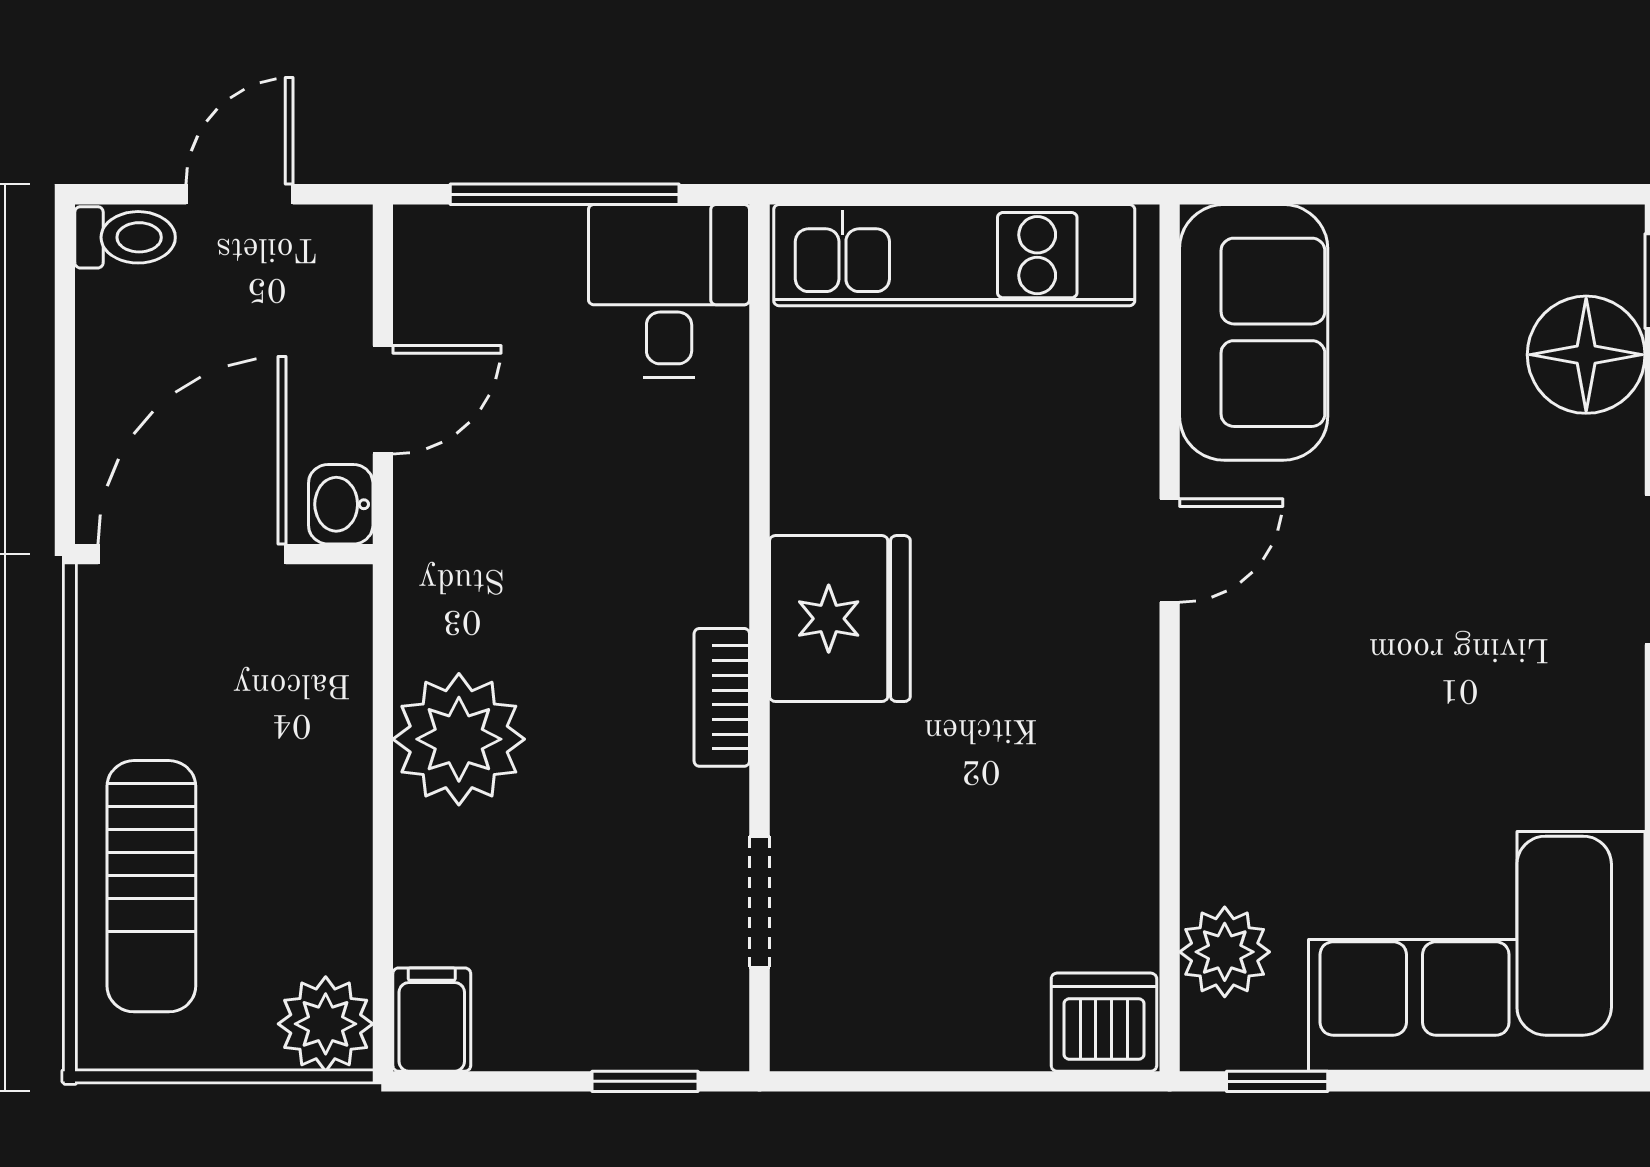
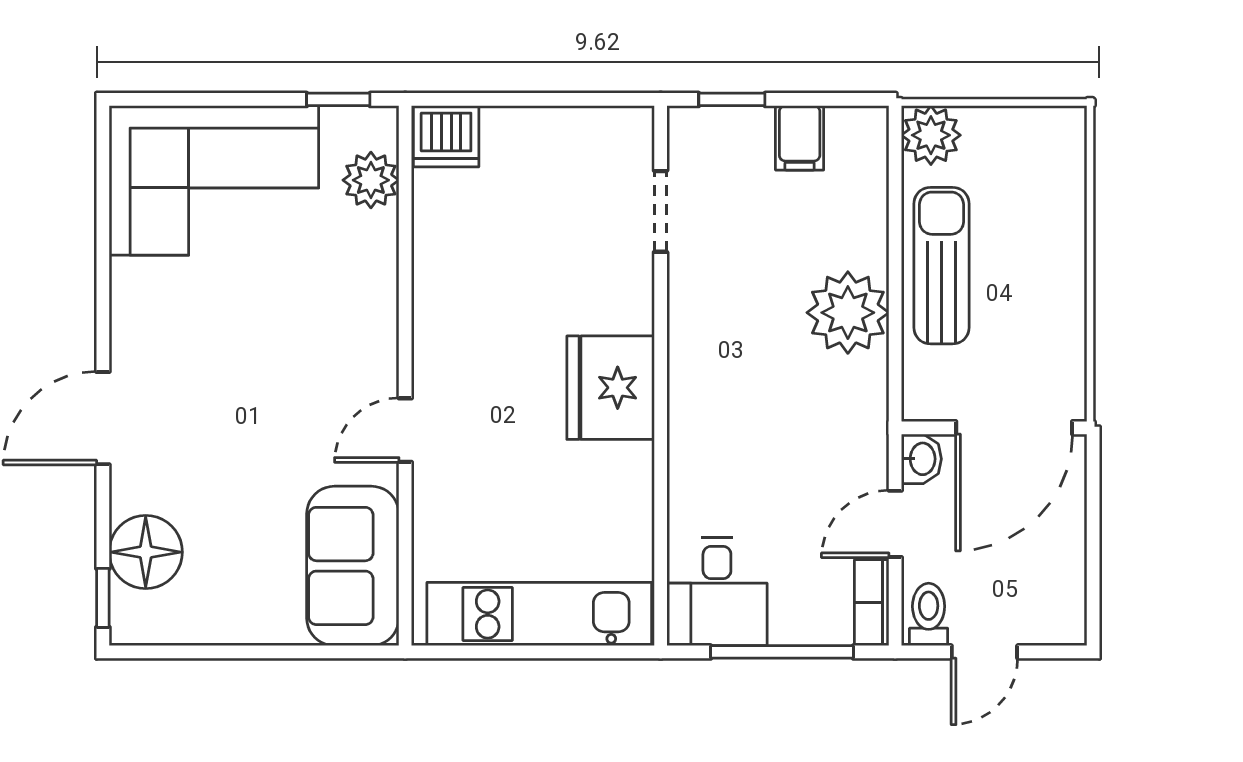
toilet: (125, 237) -> (929, 614), moved, turned 90
bookcase: (722, 697) -> (872, 603), moved, turned 180
sun lounger: (151, 886) -> (941, 266), moved
filing cabinet: (432, 1020) -> (800, 138), moved

